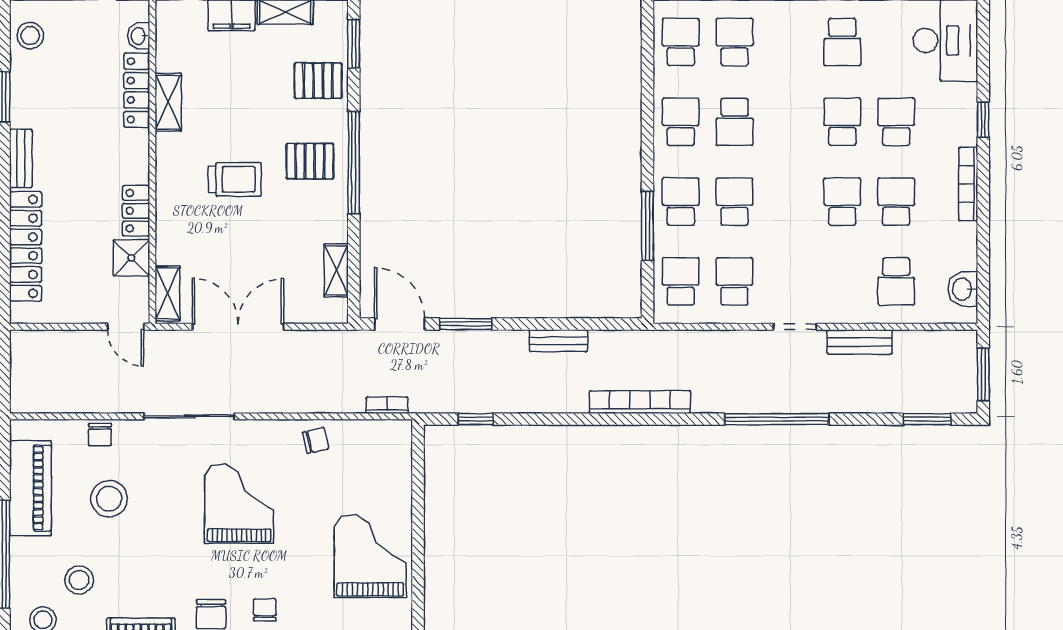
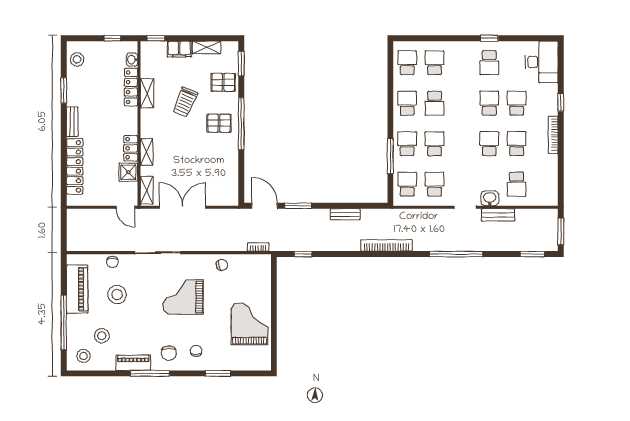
trolley: (235, 179) -> (185, 102), moved, turned 113
shelving: (336, 270) -> (146, 152), moved
washbasin: (963, 289) -> (490, 198), moved, turned 90
grand piano: (239, 504) -> (183, 297), turned -90

